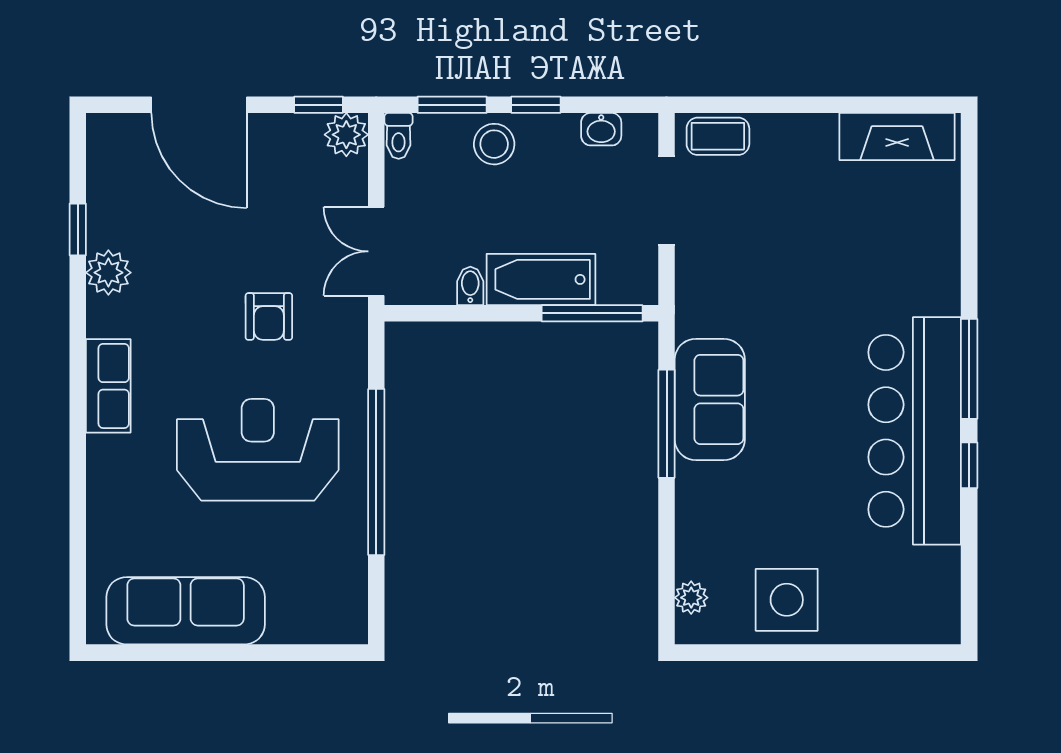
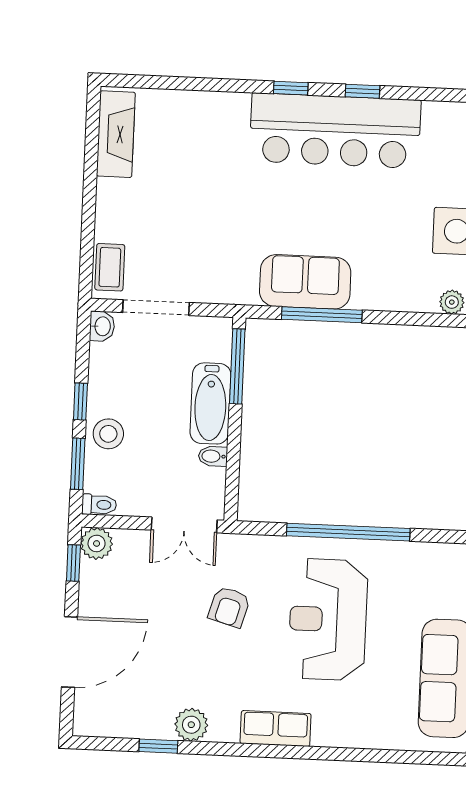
washbasin: (601, 129) -> (102, 326), moved
armchair: (269, 316) -> (229, 607), turned 106
window: (969, 369) -> (291, 88), width x0.46

